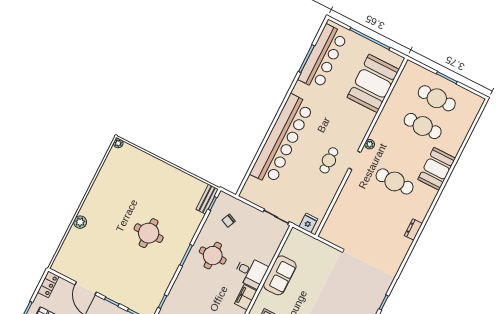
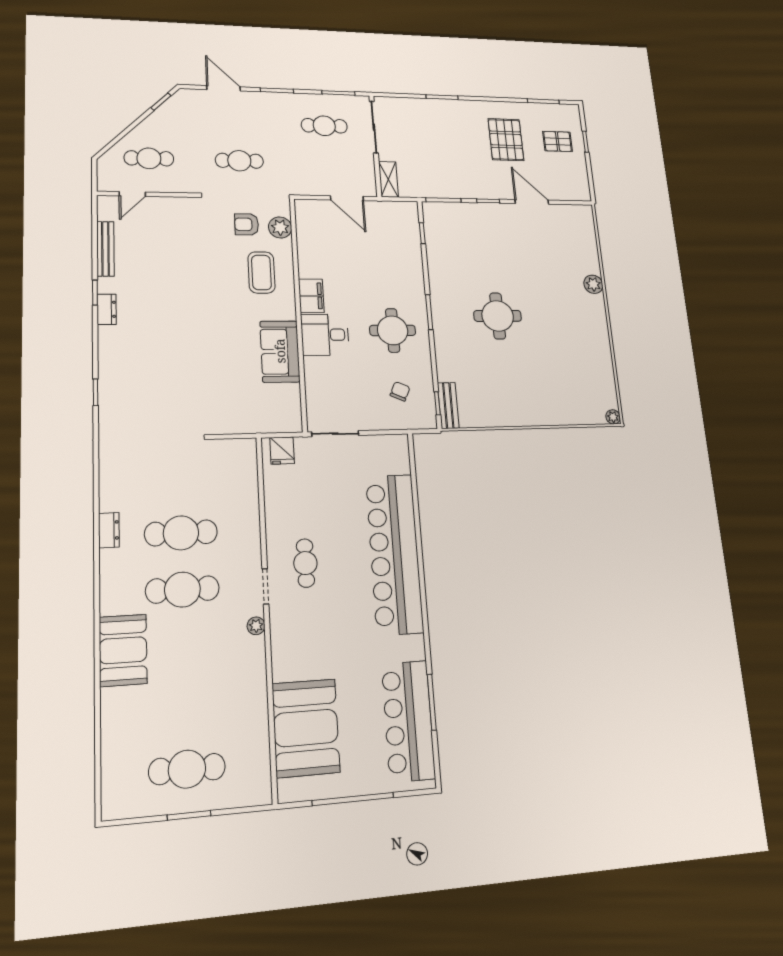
cafe table: (423, 126) -> (181, 533), moved
locker: (48, 284) -> (581, 184), removed

